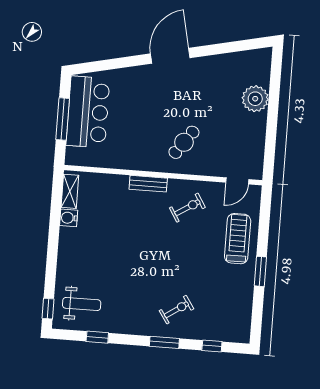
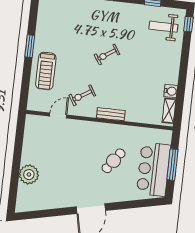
cafe table: (184, 142) -> (114, 161), moved
door: (237, 181) -> (58, 115), moved
exercise bike: (176, 310) -> (107, 54), moved

